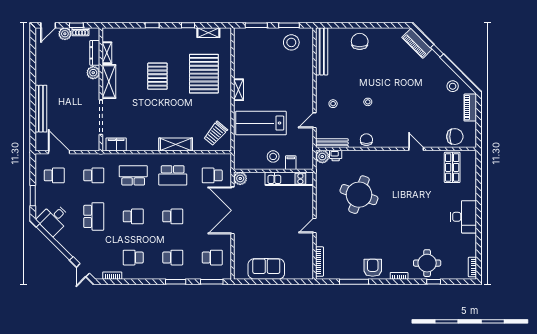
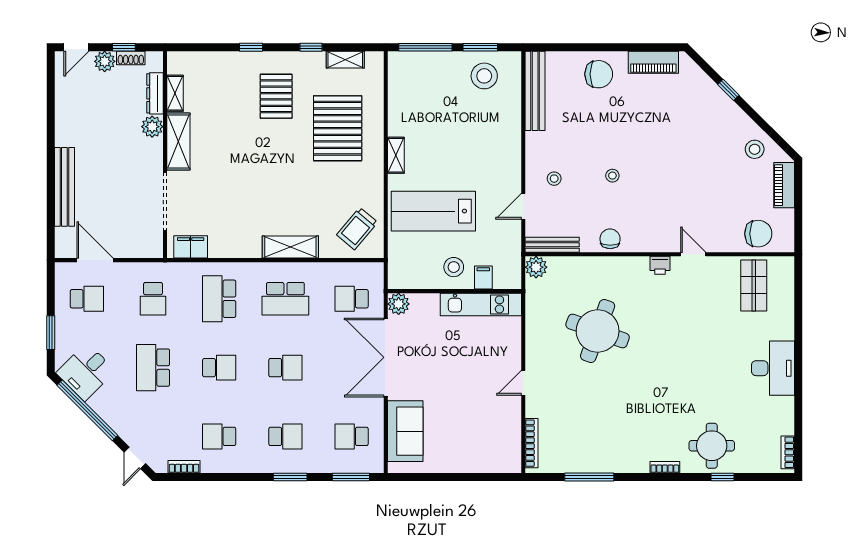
window: (256, 25) -> (425, 47), width x1.44
chair: (360, 41) -> (599, 74), turned 90
piano: (417, 43) -> (653, 62), moved, turned -45
pallet: (157, 76) -> (276, 96), moved
printer: (336, 155) -> (660, 265), moved
school desk: (94, 175) -> (153, 299), turned 90
school desk: (133, 175) -> (219, 299), turned -90
school desk: (94, 216) -> (153, 368), turned 180
school desk: (212, 258) -> (352, 436), turned 180
armchair: (373, 268) -> (621, 454), removed
sofa: (266, 269) -> (405, 431), moved, turned 90

